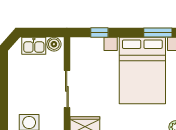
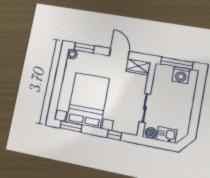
sliding door: (67, 89) -> (145, 108), moved

